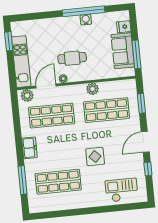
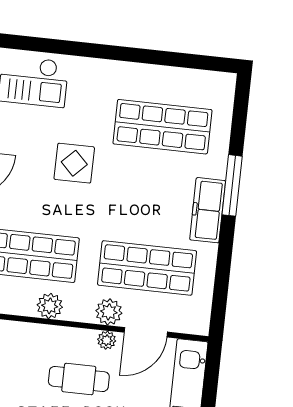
plant: (27, 96) -> (109, 312), moved
freezer: (29, 148) -> (208, 210), width x1.40
window: (22, 180) -> (232, 185), moved

